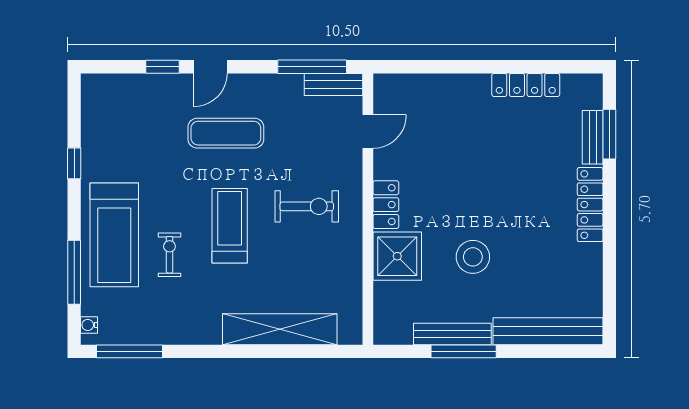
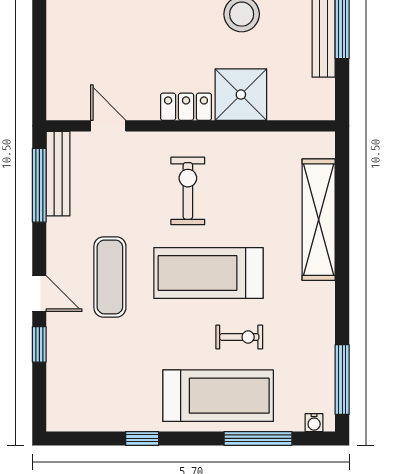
bench: (334, 84) -> (58, 174), width x1.36
treadmill: (230, 226) -> (208, 273), width x1.37, depth x1.38
exercise bike: (169, 255) -> (239, 337), turned 180

